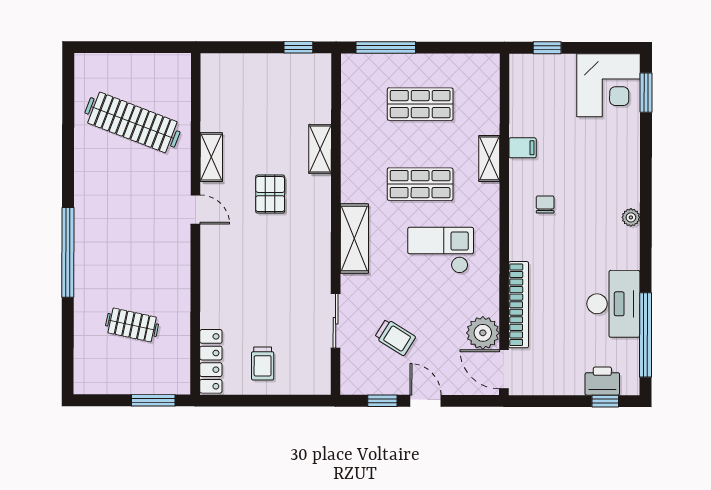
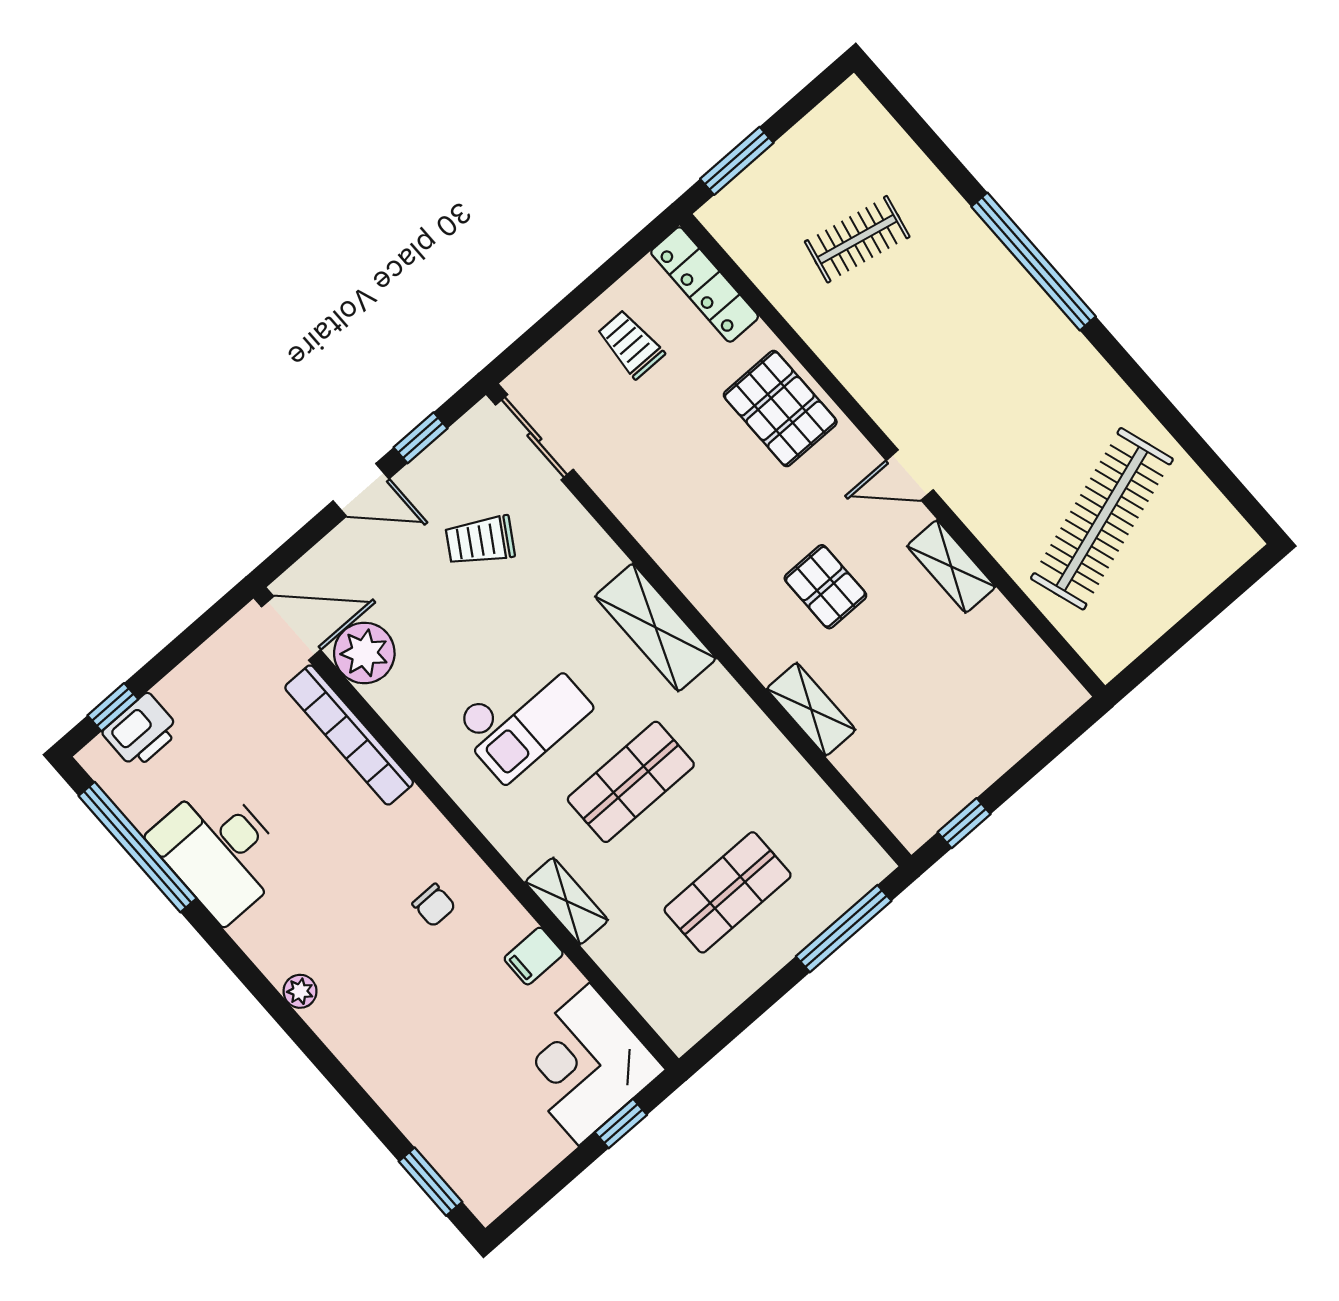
corner desk: (609, 85) -> (584, 1064), moved
clothes rail: (132, 122) -> (1102, 519), turned -39
pallet: (225, 283) -> (780, 409), added
sliding door: (336, 321) -> (534, 437), moved

